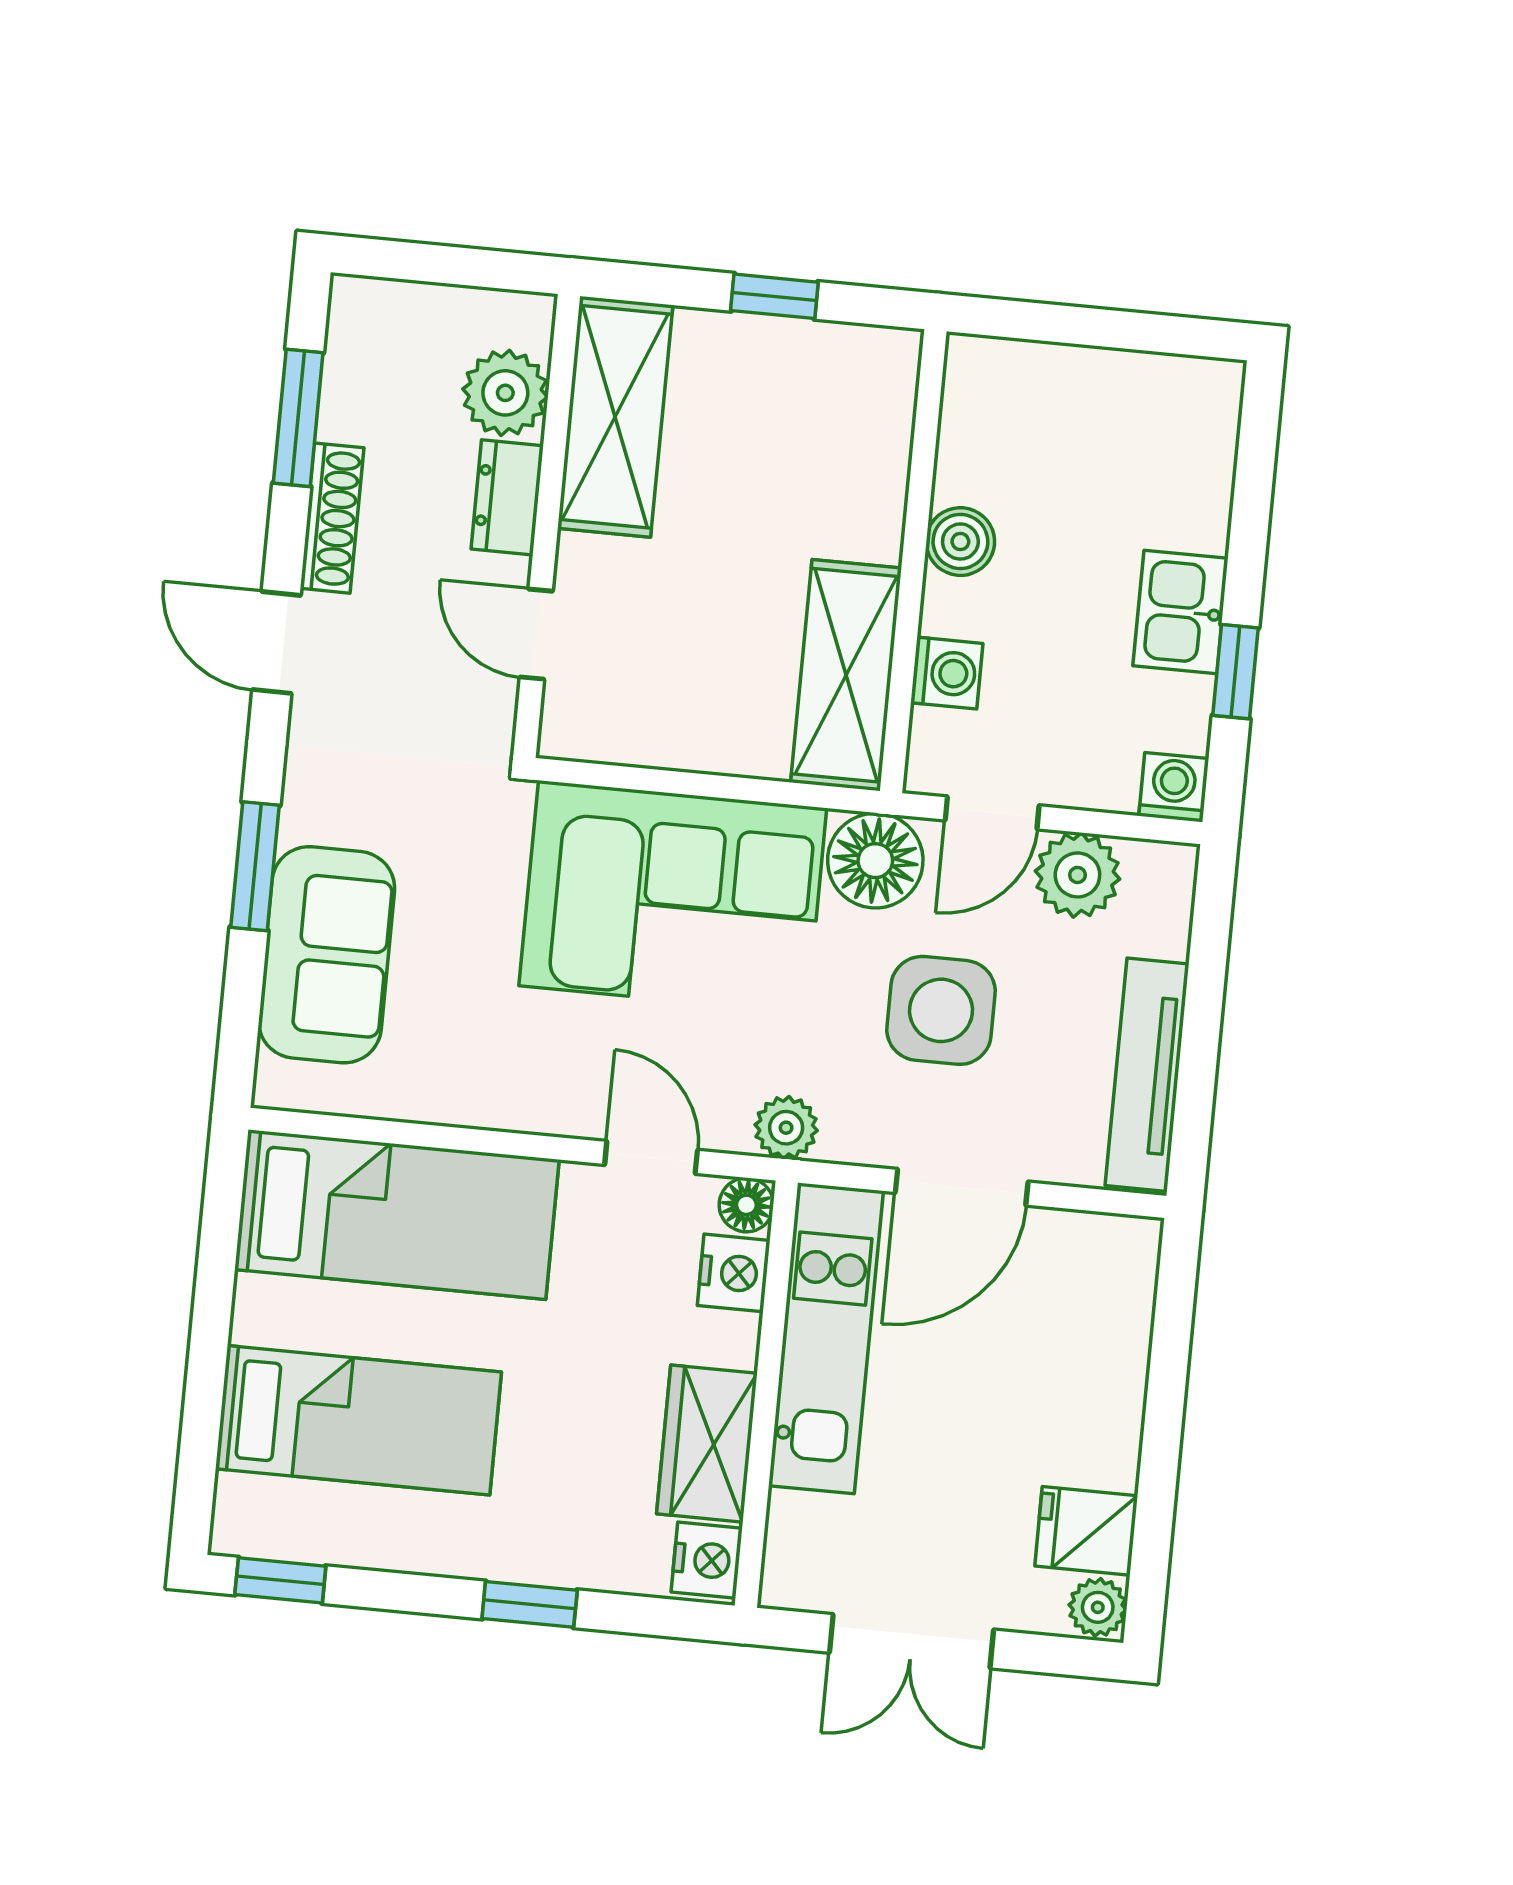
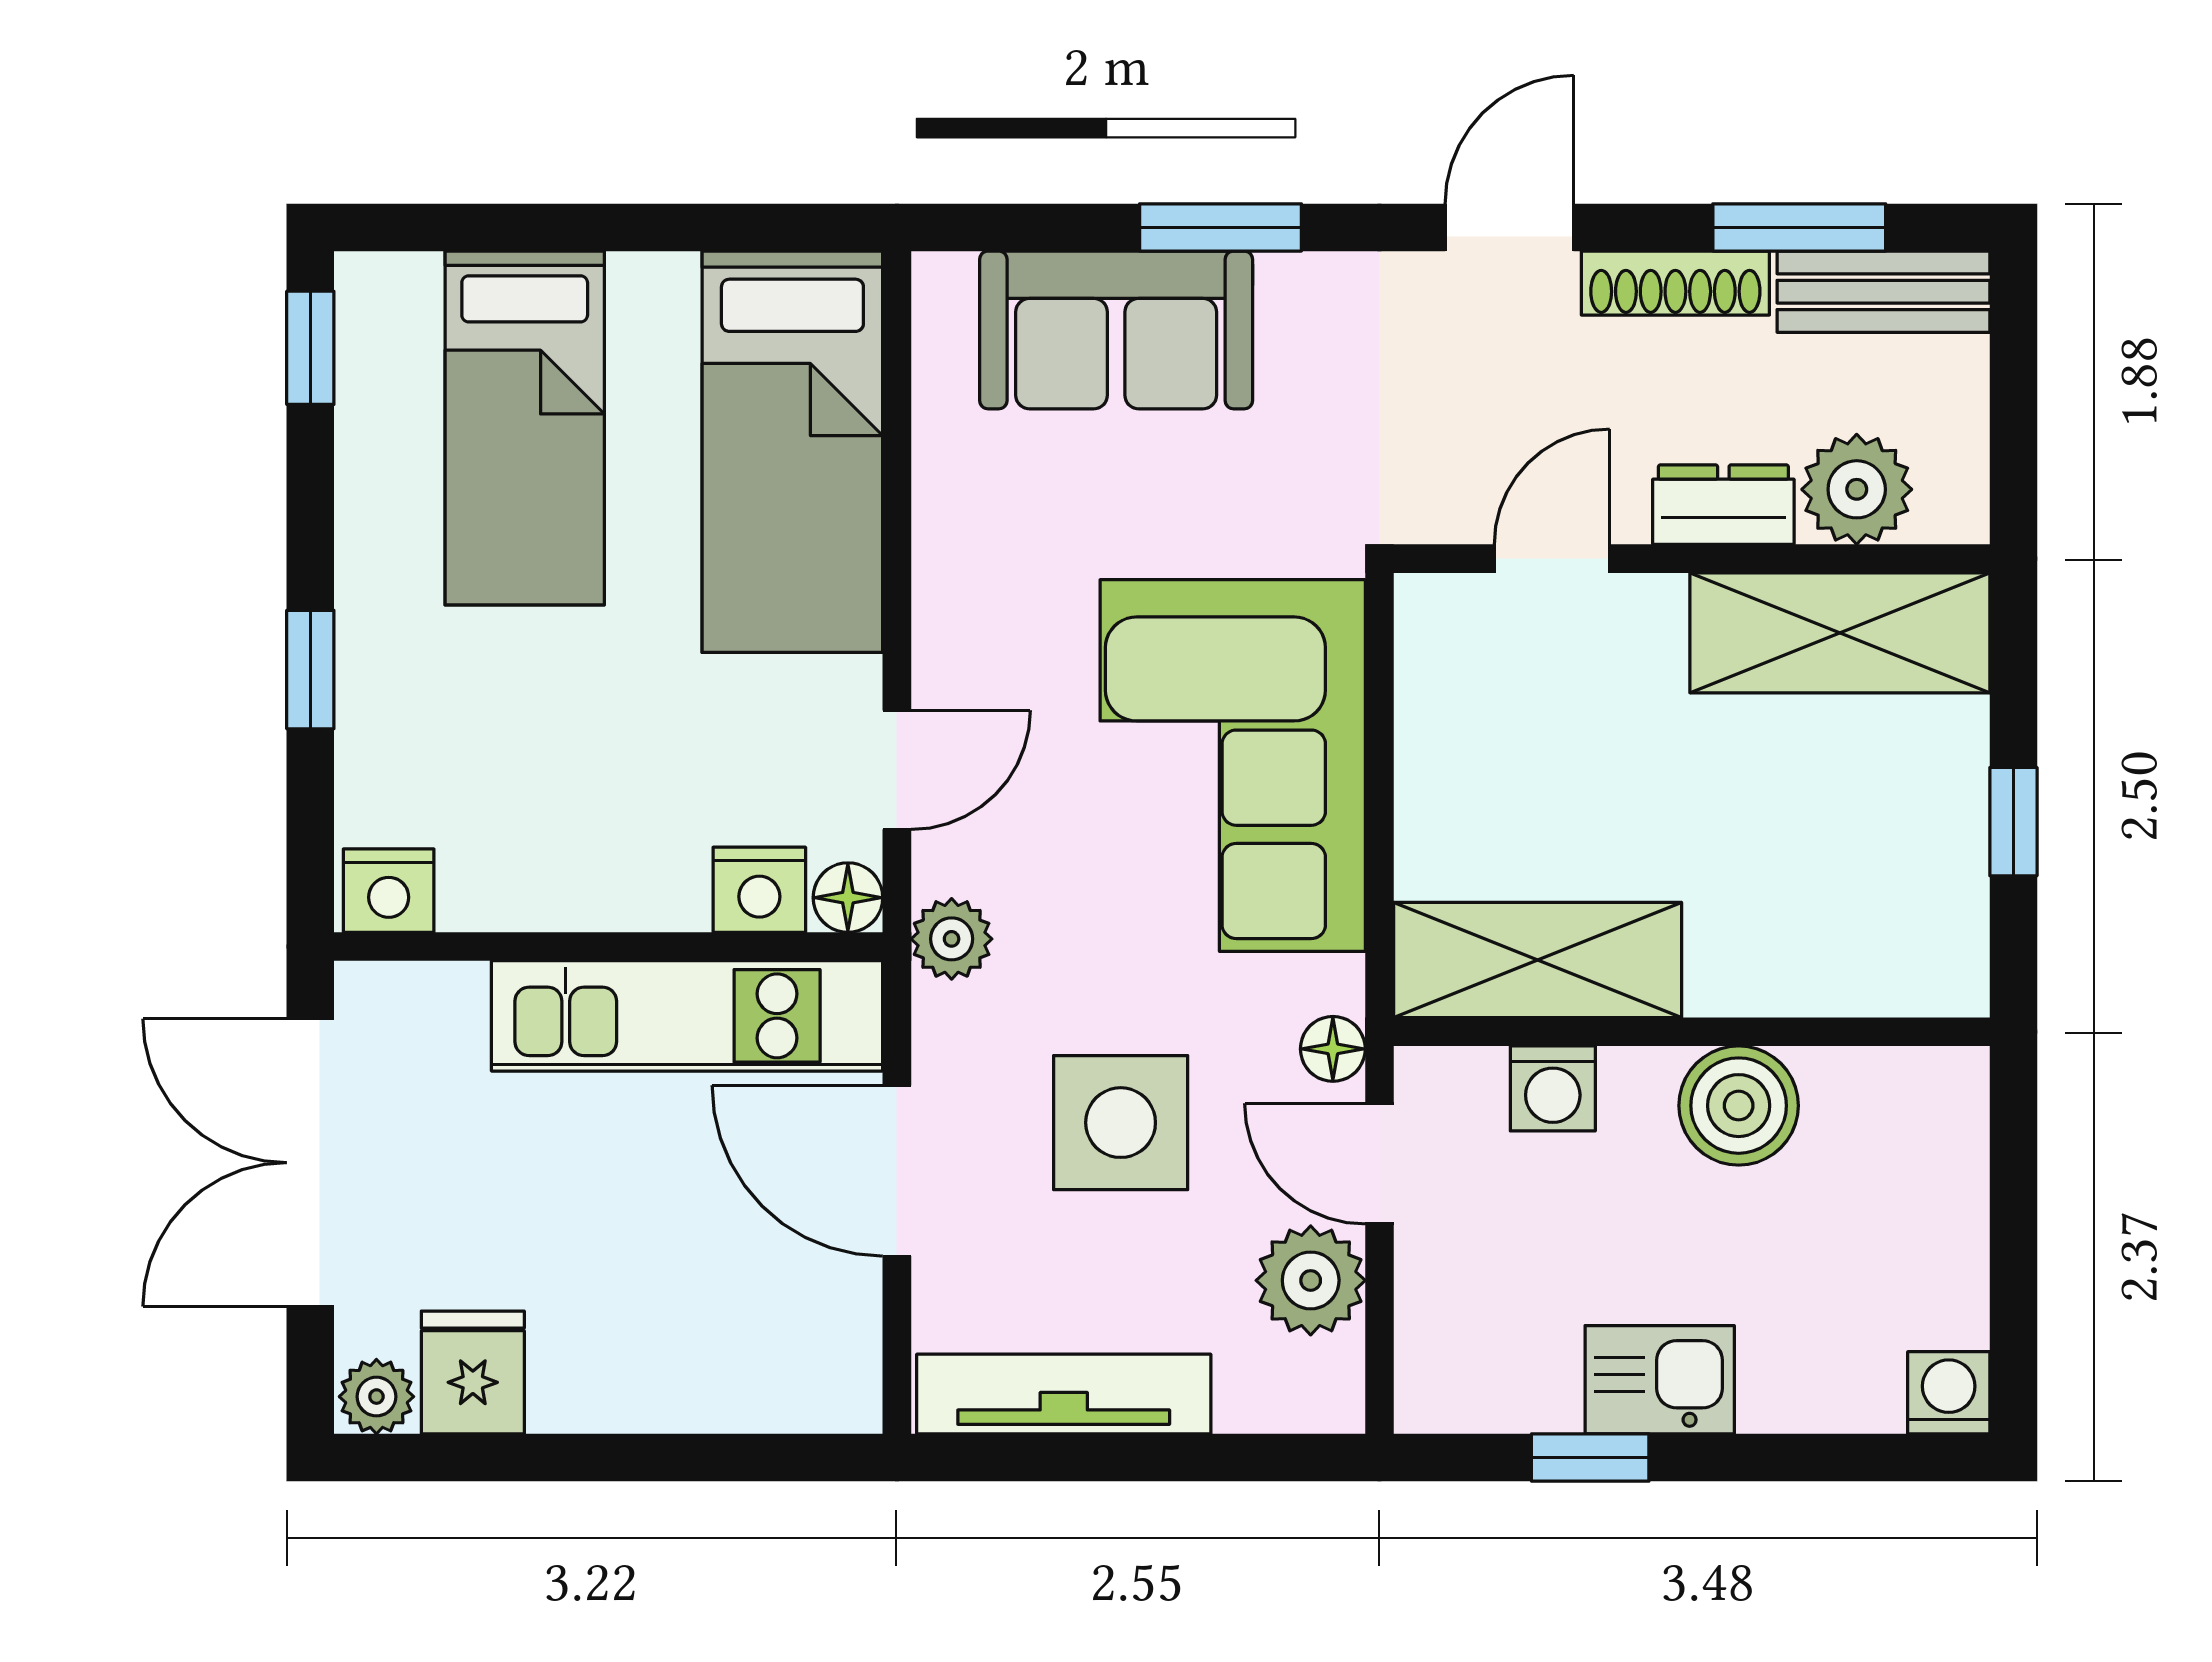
bench: (354, 358) -> (1883, 292), added
boiler: (960, 542) -> (1739, 1106), width x1.36, depth x1.36
washing machine: (1174, 787) -> (1949, 1393), moved, turned -90
floor lamp: (875, 861) -> (1333, 1049), width x0.53, depth x0.53
wardrobe: (707, 1444) -> (538, 877), removed
double door: (912, 1641) -> (310, 1163), width x1.37

